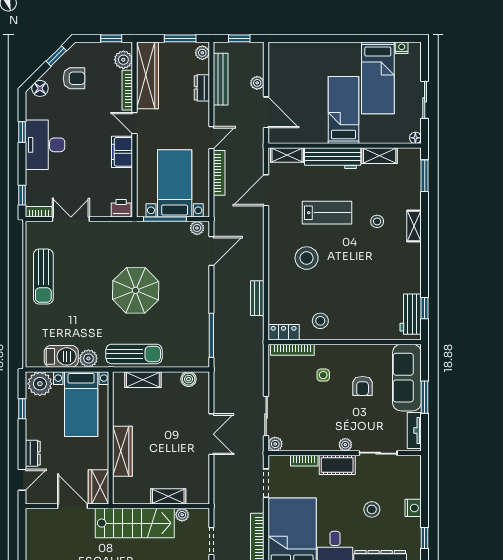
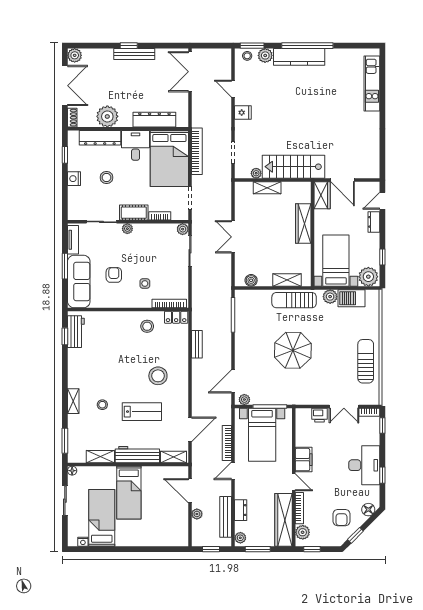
armchair: (74, 78) -> (341, 518), turned -90
printer: (121, 208) -> (320, 415), moved
lab bench: (327, 213) -> (142, 412), turned 180

